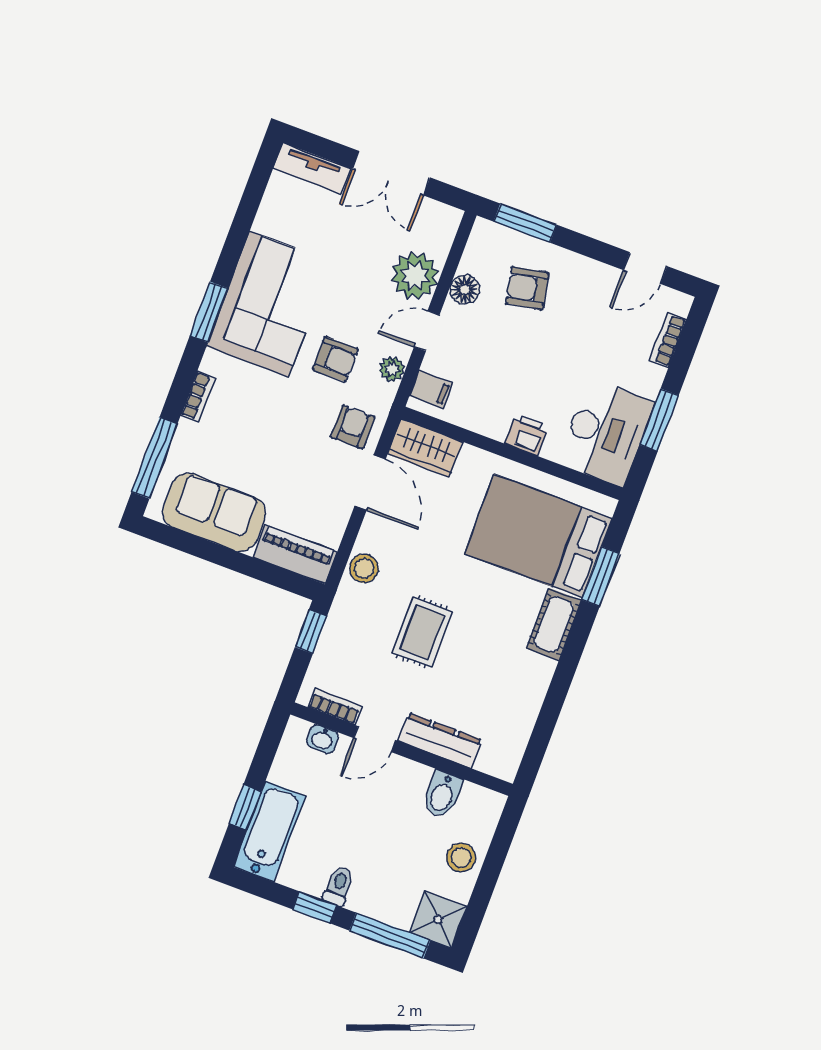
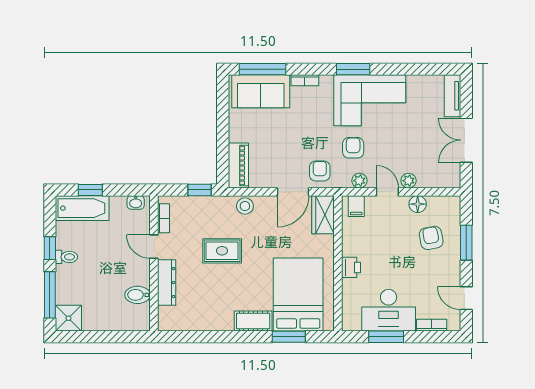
window: (525, 223) -> (466, 243), moved
plant: (415, 276) -> (409, 181), width x0.53, depth x0.53
armchair: (335, 359) -> (353, 148), turned 180
armchair: (353, 427) -> (320, 171), turned -90
desk: (606, 433) -> (389, 310), moved
sofa: (214, 512) -> (261, 91), moved, turned 90
washbasin: (323, 739) -> (136, 202), moved, turned -90
stool: (461, 858) -> (107, 318), removed

